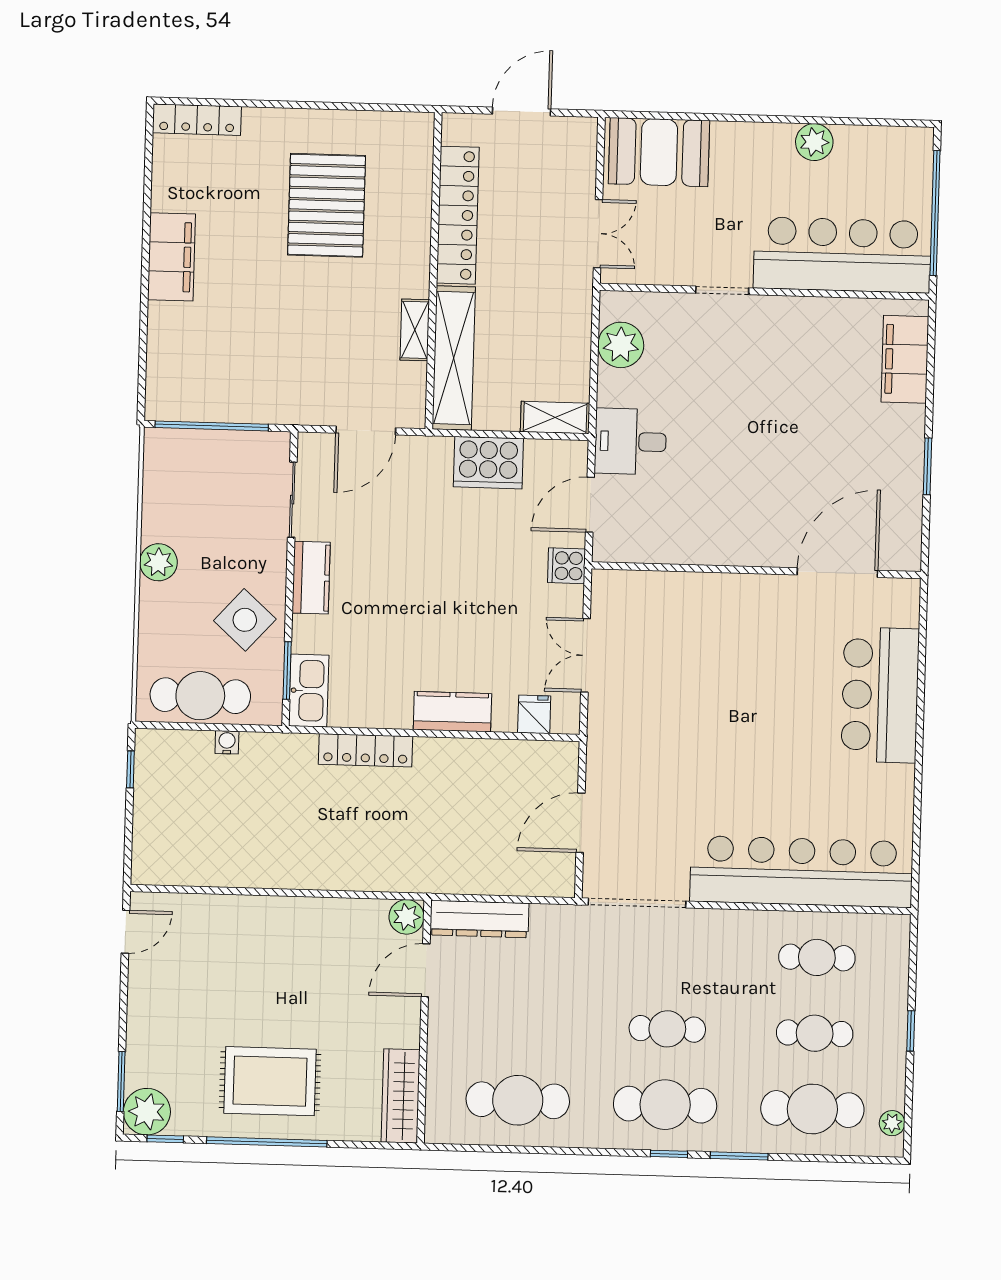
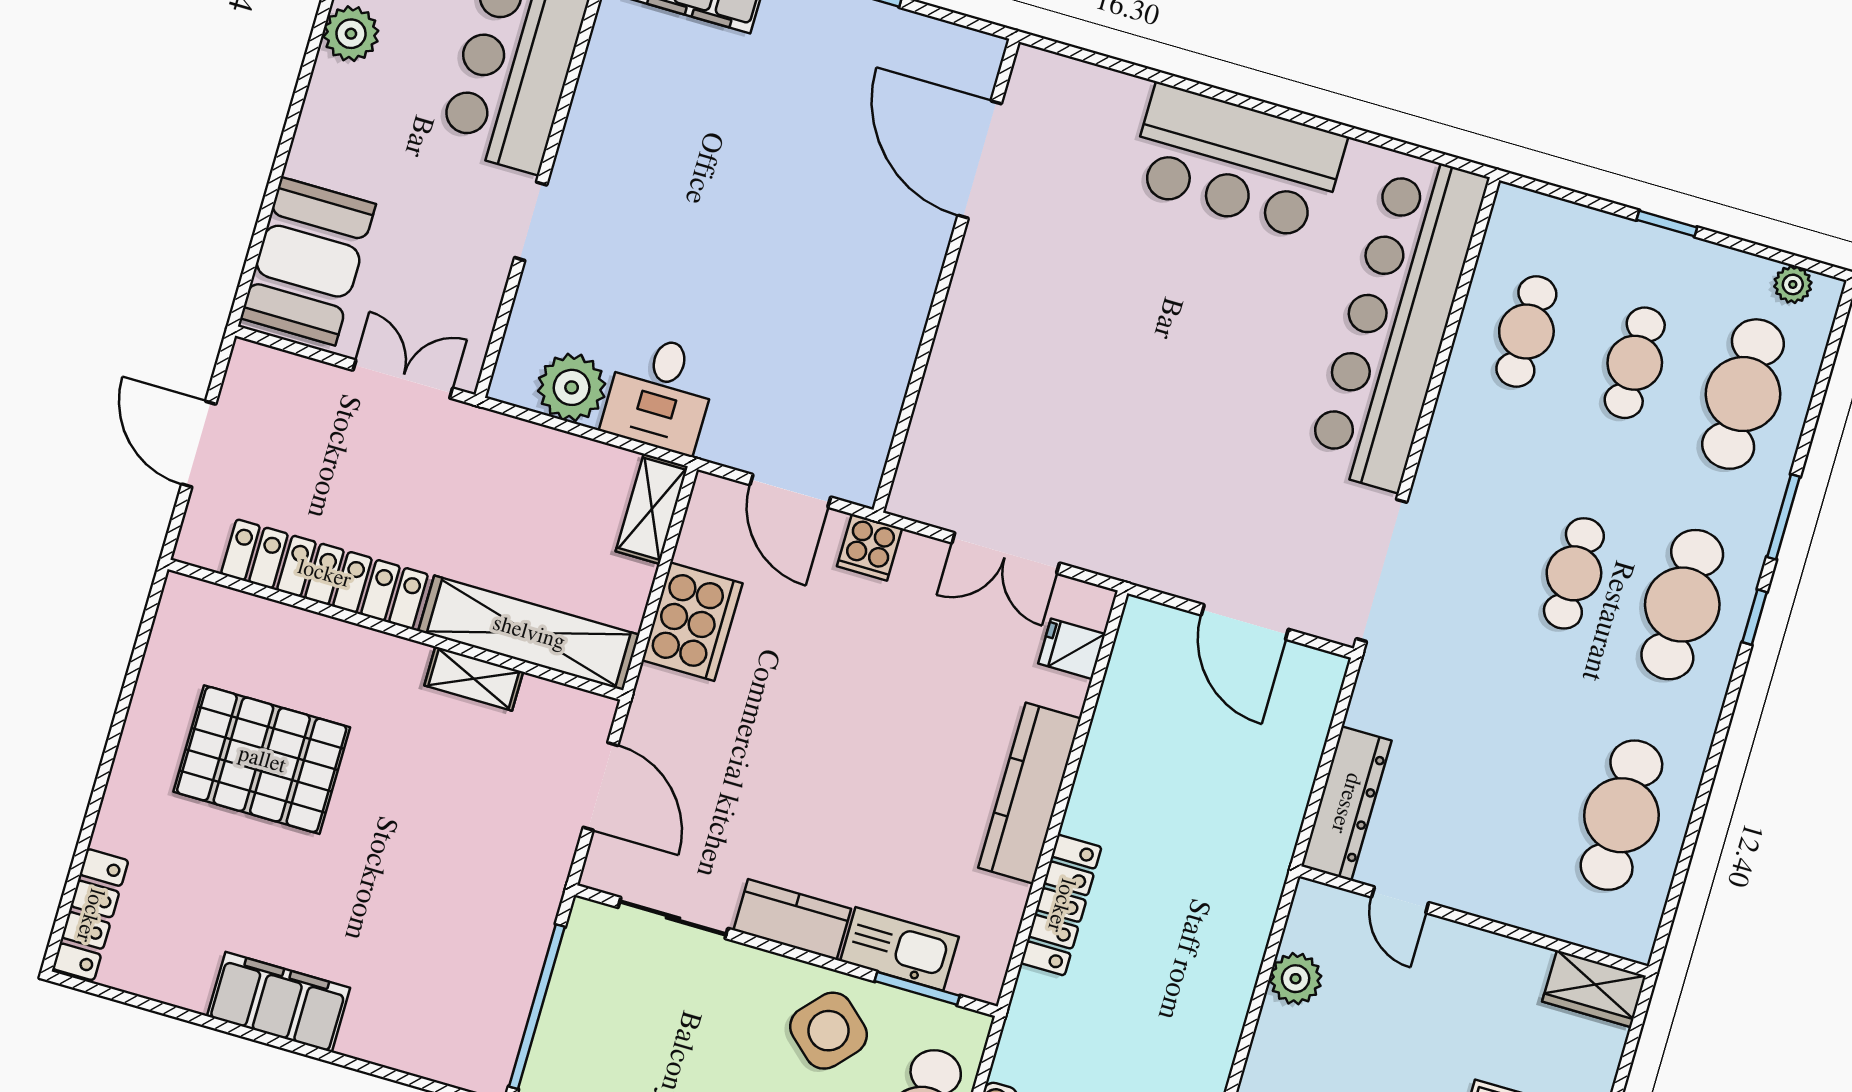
desk: (630, 441) -> (660, 394), moved
kitchen sink: (309, 691) -> (899, 949), moved
bar counter: (880, 695) -> (1237, 162), moved
kitchen counter: (452, 712) -> (1030, 793), width x1.50
plant: (407, 917) -> (1296, 979), moved
door: (426, 970) -> (1400, 900), width x0.73
wardrobe: (401, 1096) -> (1594, 989), width x0.67

